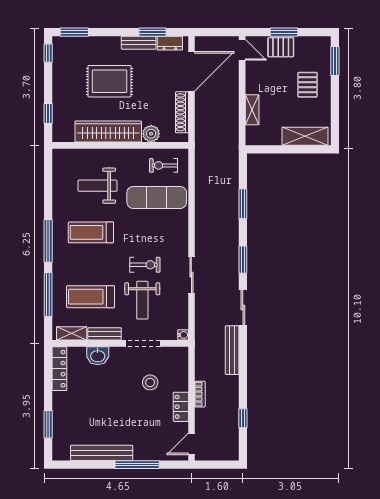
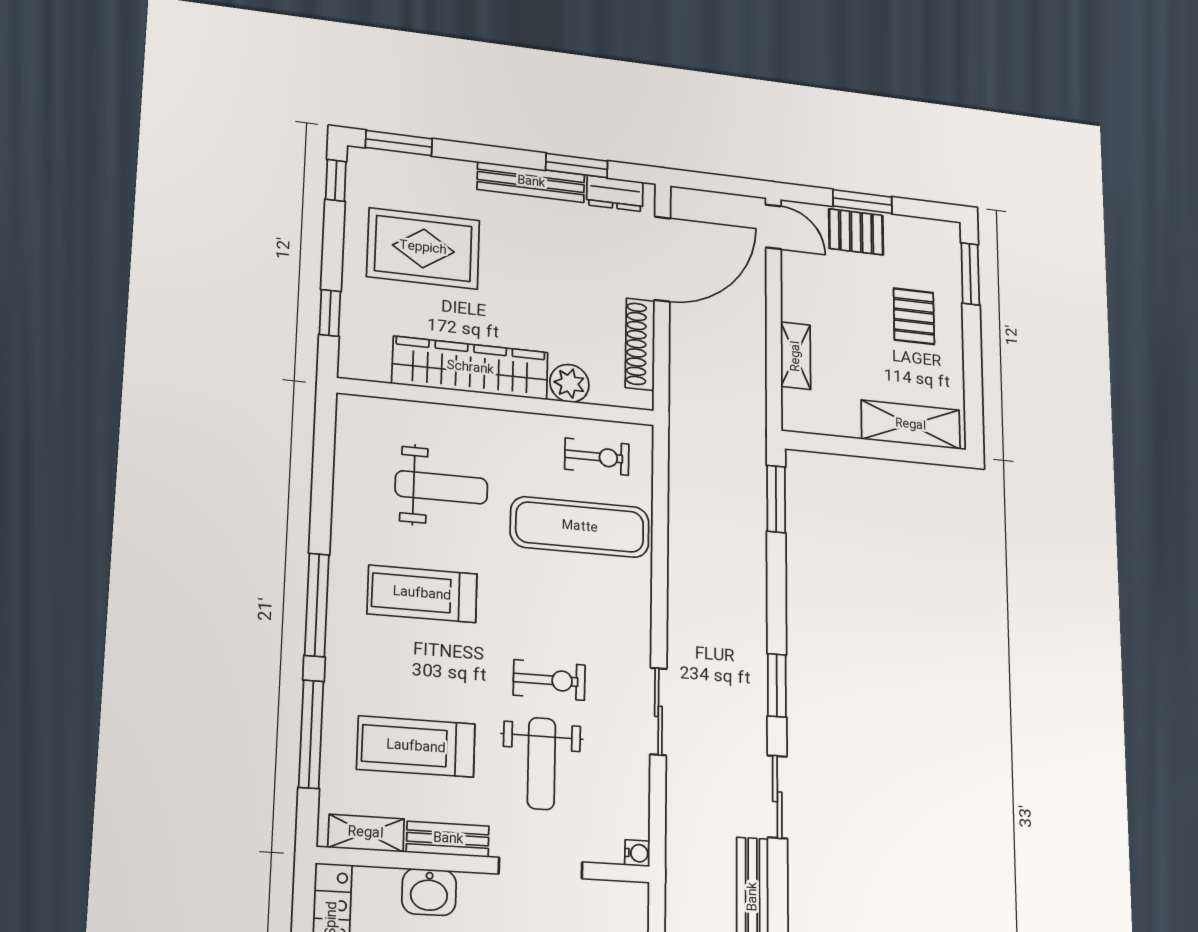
bench: (139, 43) -> (531, 182), width x1.36
rug: (110, 81) -> (423, 248), moved
exercise bike: (164, 165) -> (597, 457), turned 180
weight bench: (98, 186) -> (441, 487), turned 180
window: (243, 204) -> (776, 499), moved

